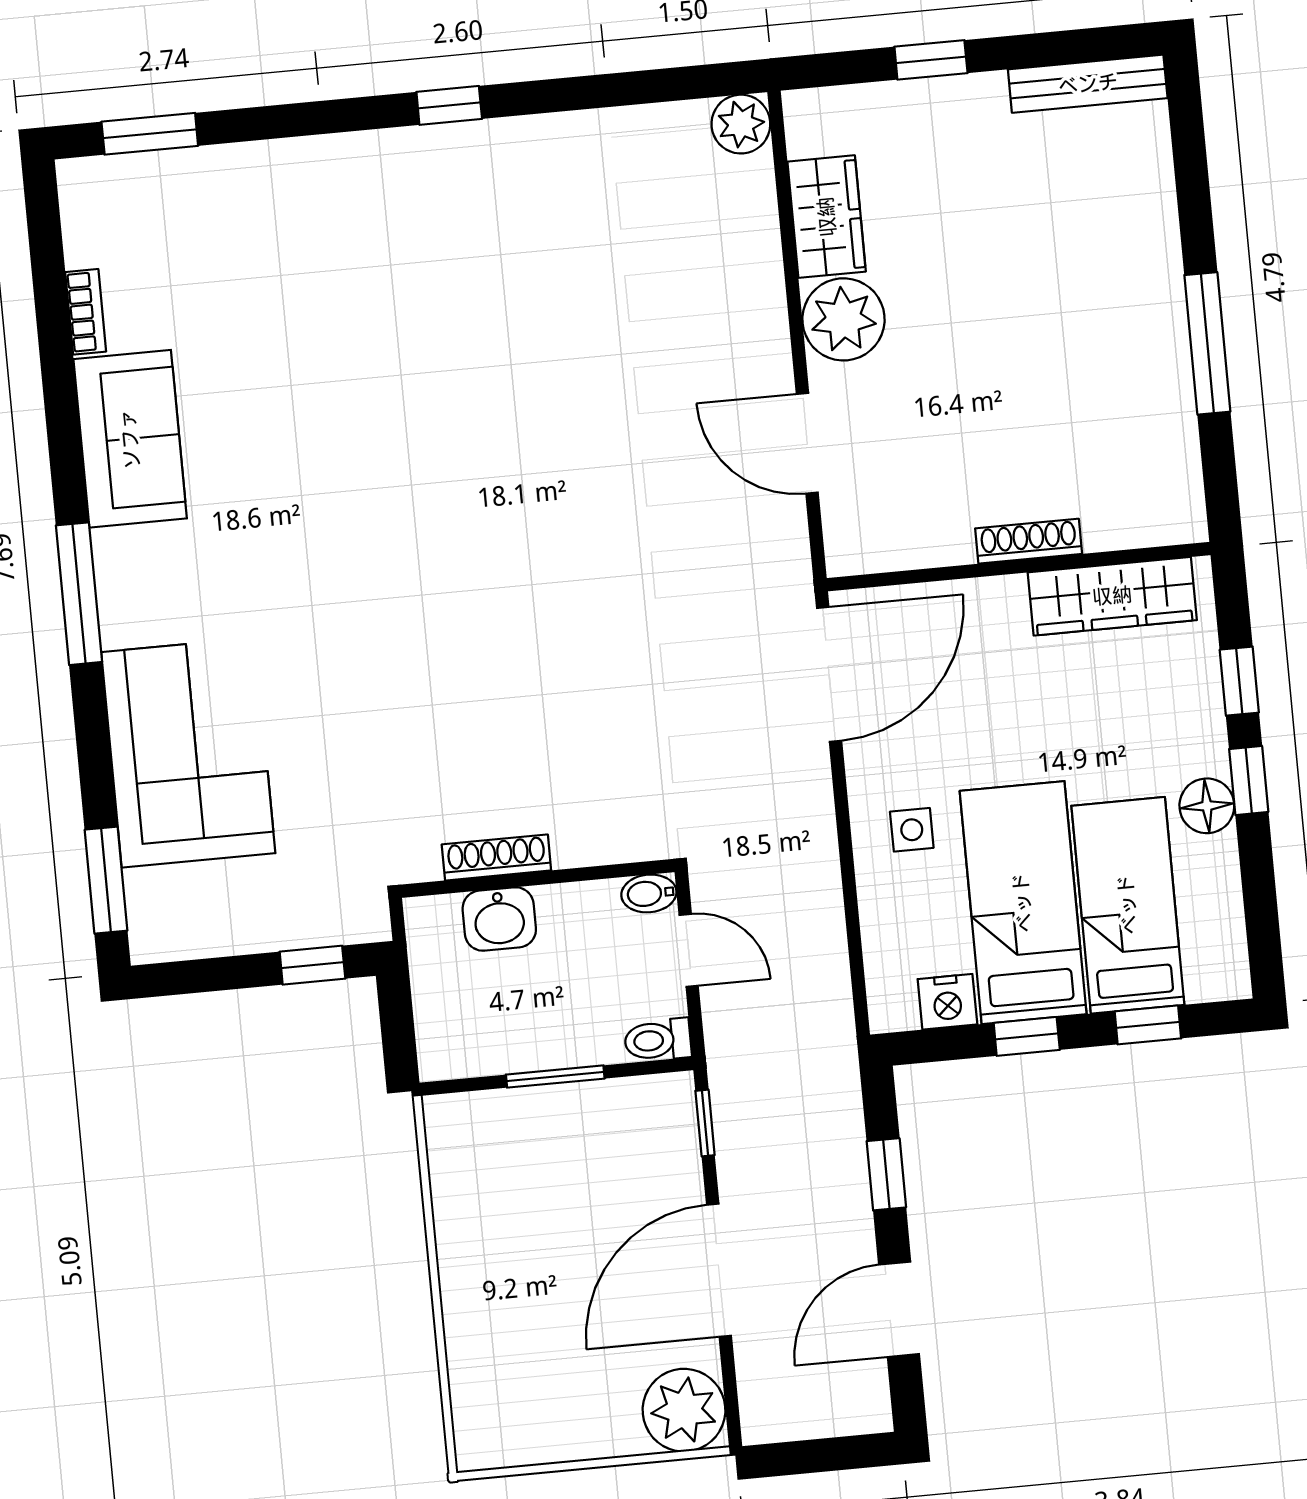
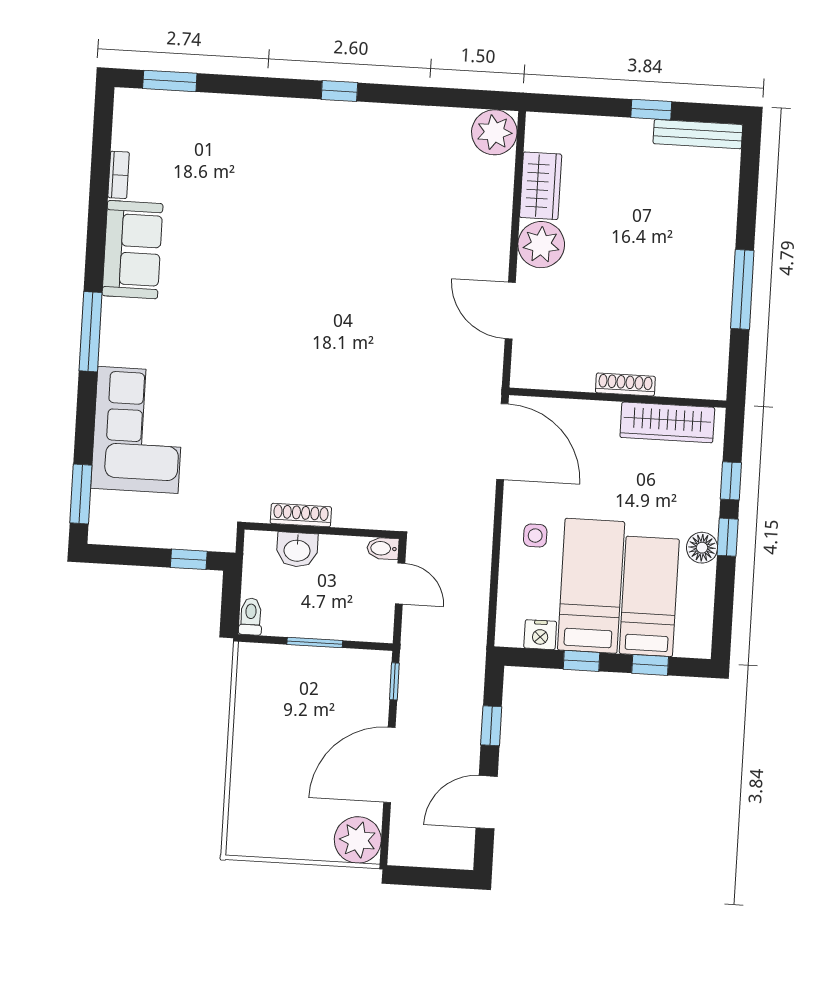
window: (931, 60) -> (651, 110), moved
plant: (741, 124) -> (494, 132), width x1.36, depth x1.36
door: (829, 674) -> (502, 442), hinge flipped
toilet: (658, 1040) -> (251, 616), moved, turned 90

